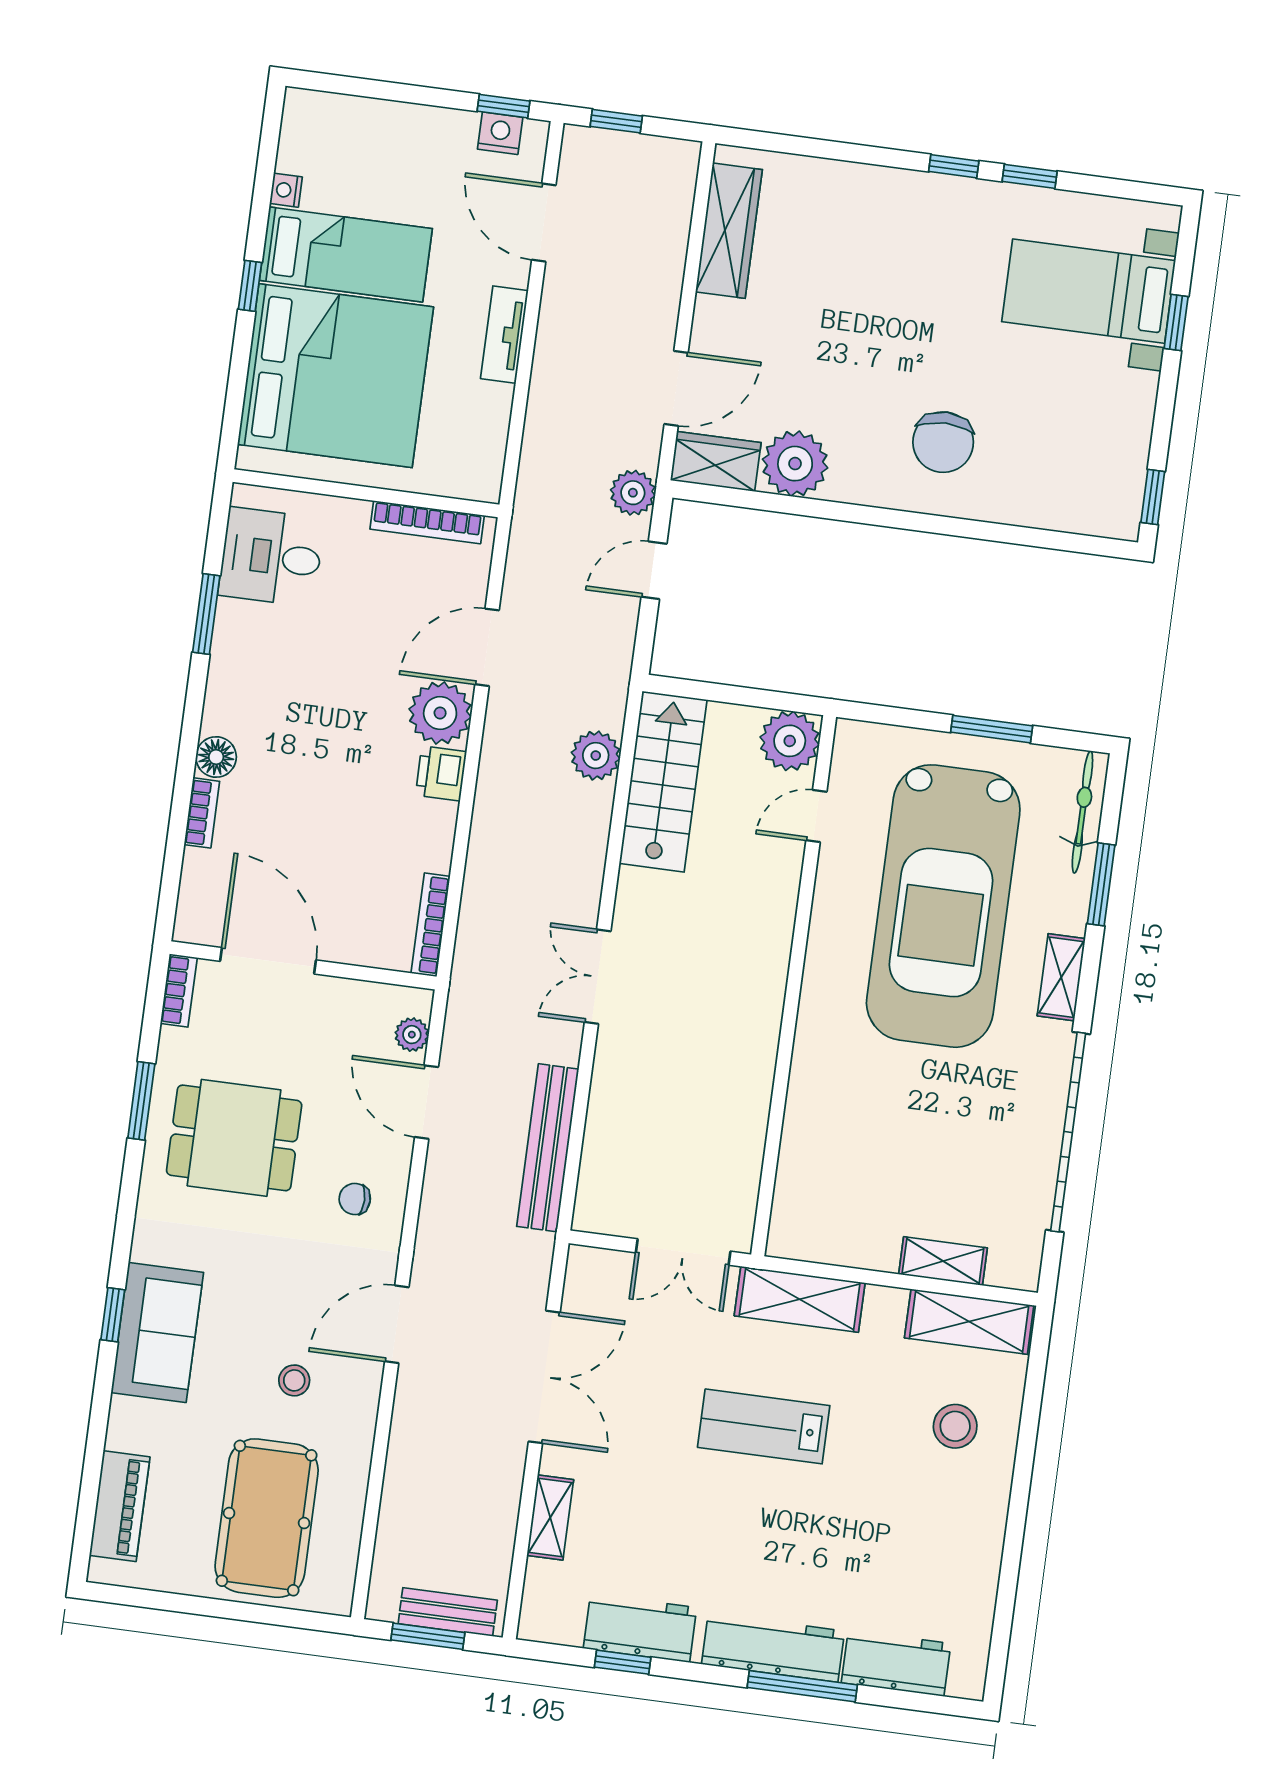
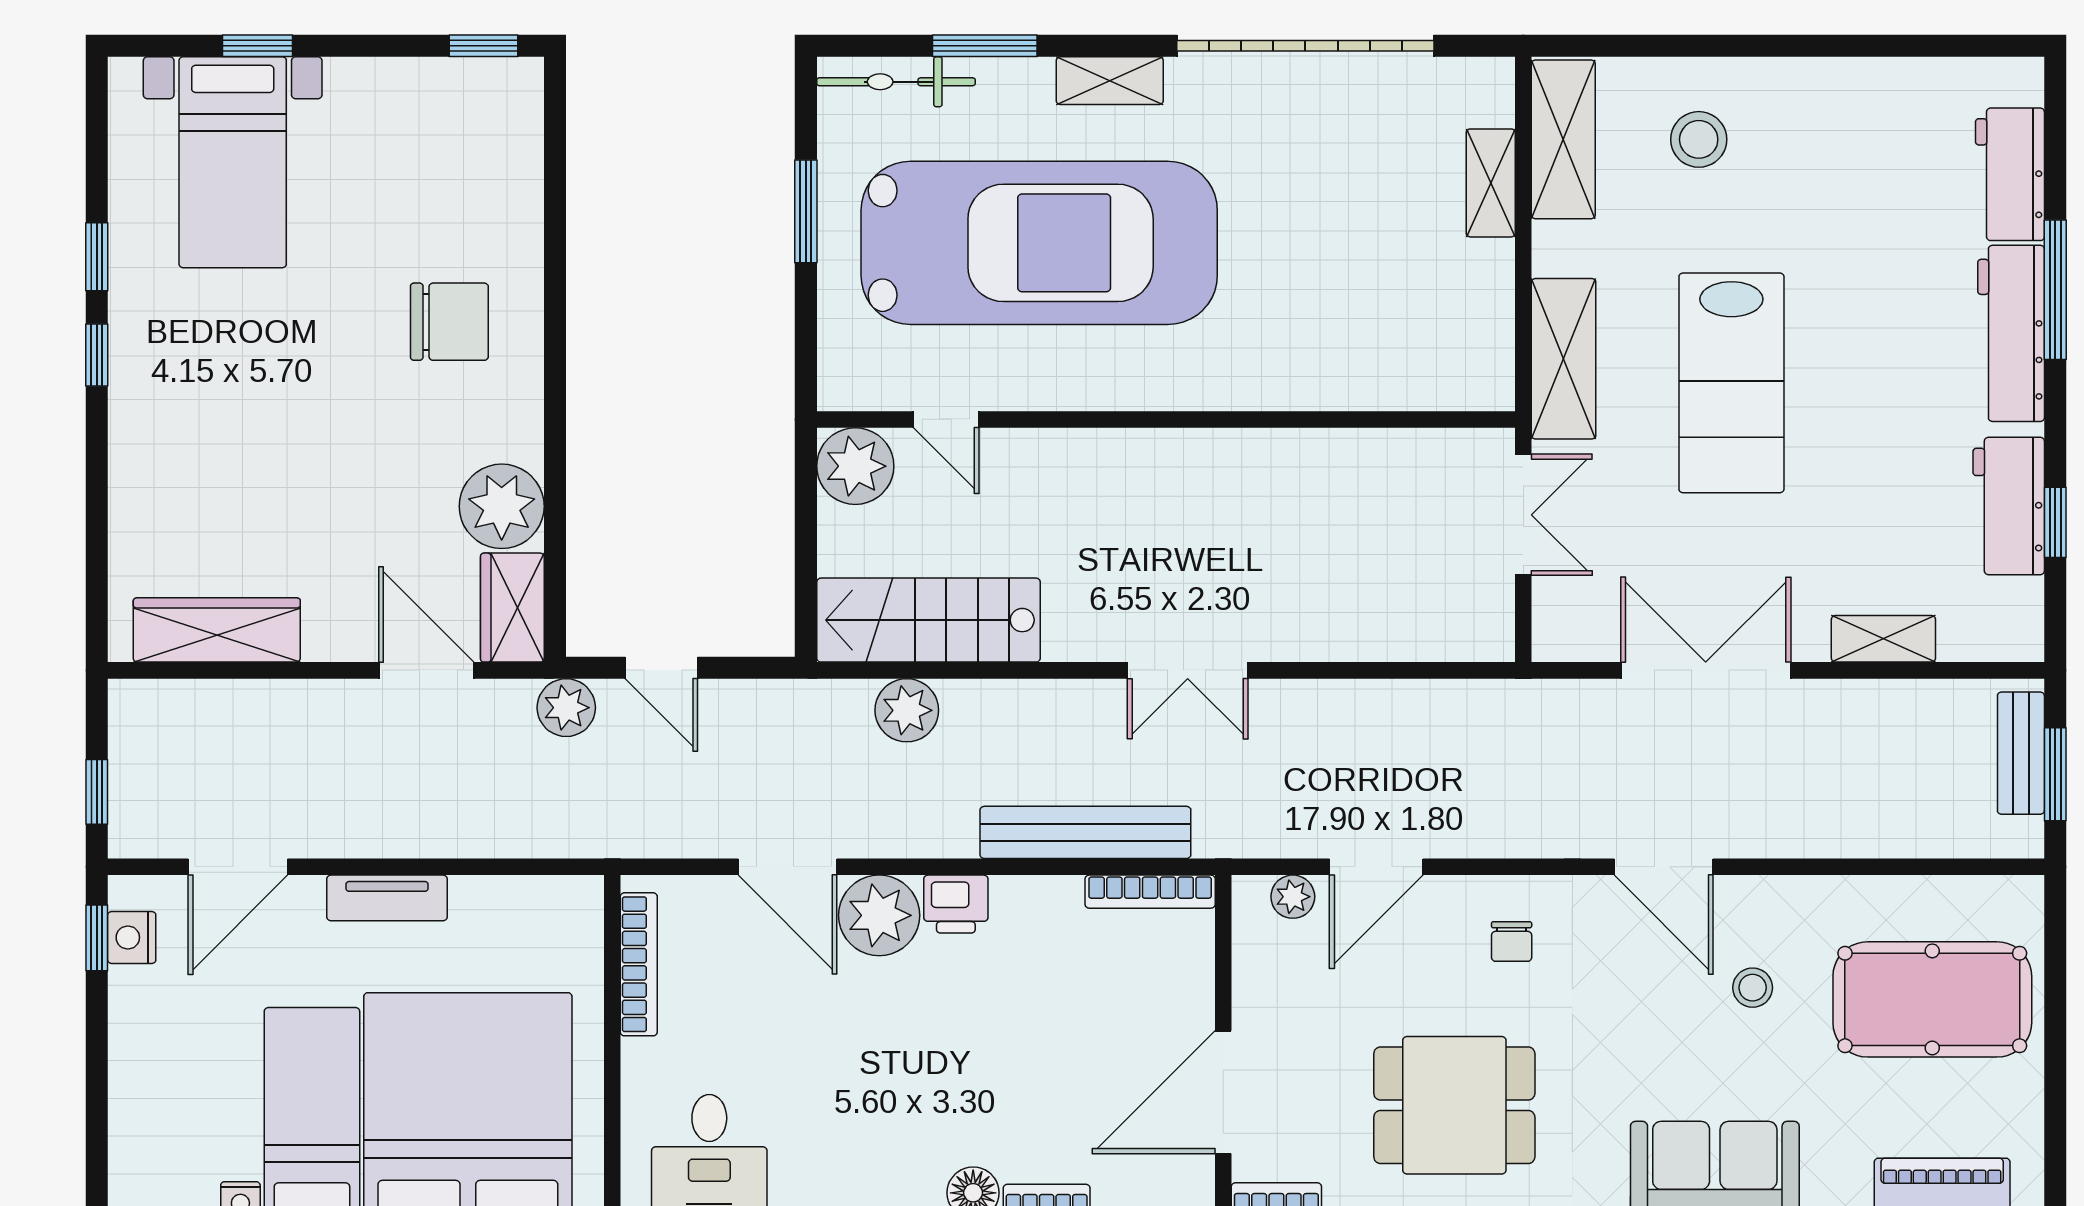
dining table: (234, 1138) -> (1454, 1105), turned 90
bench: (548, 1148) -> (1085, 832), moved
lab bench: (764, 1426) -> (1731, 383), width x1.36, depth x1.39

